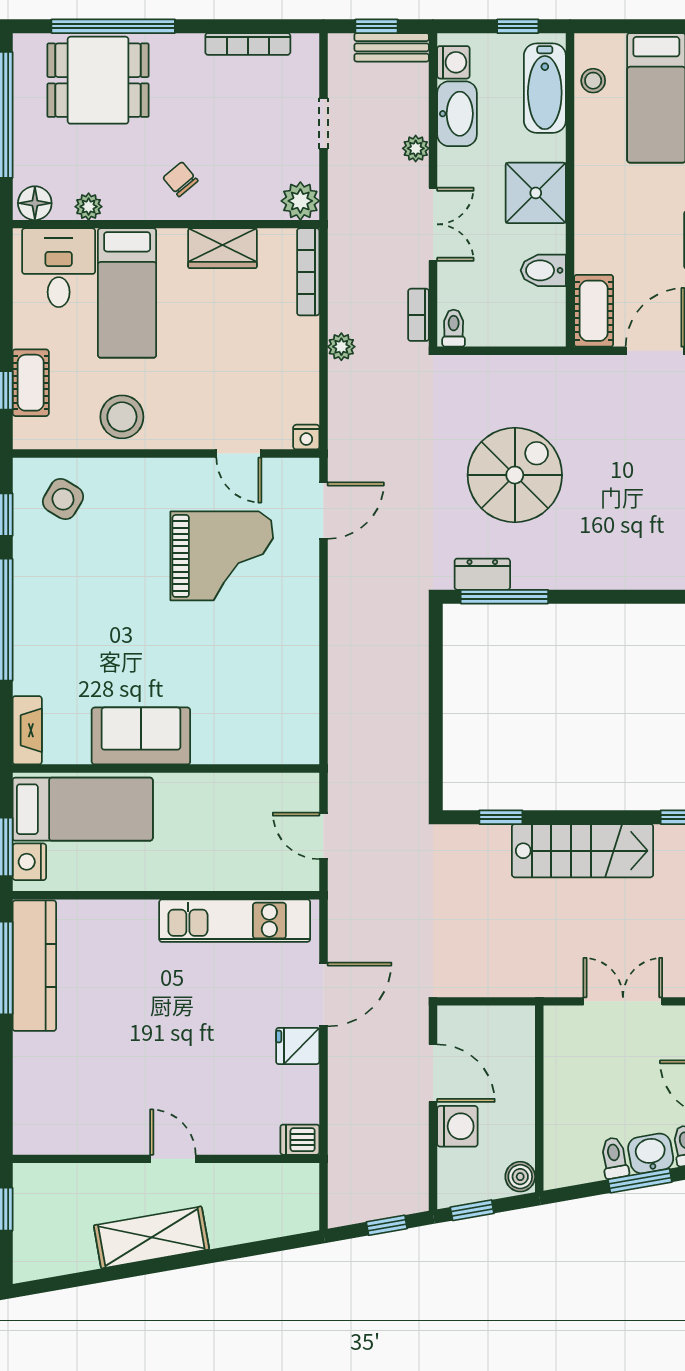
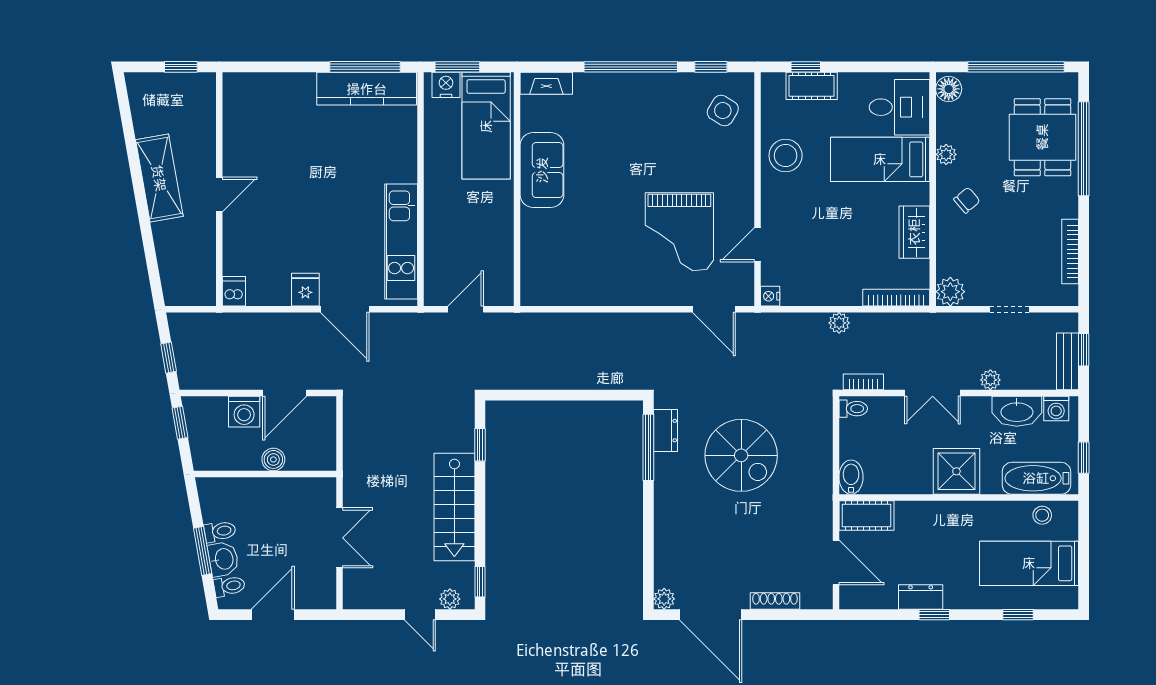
plant: (89, 207) -> (946, 154), moved
bidet: (543, 270) -> (851, 477), moved
boiler: (520, 1177) -> (273, 459), moved

